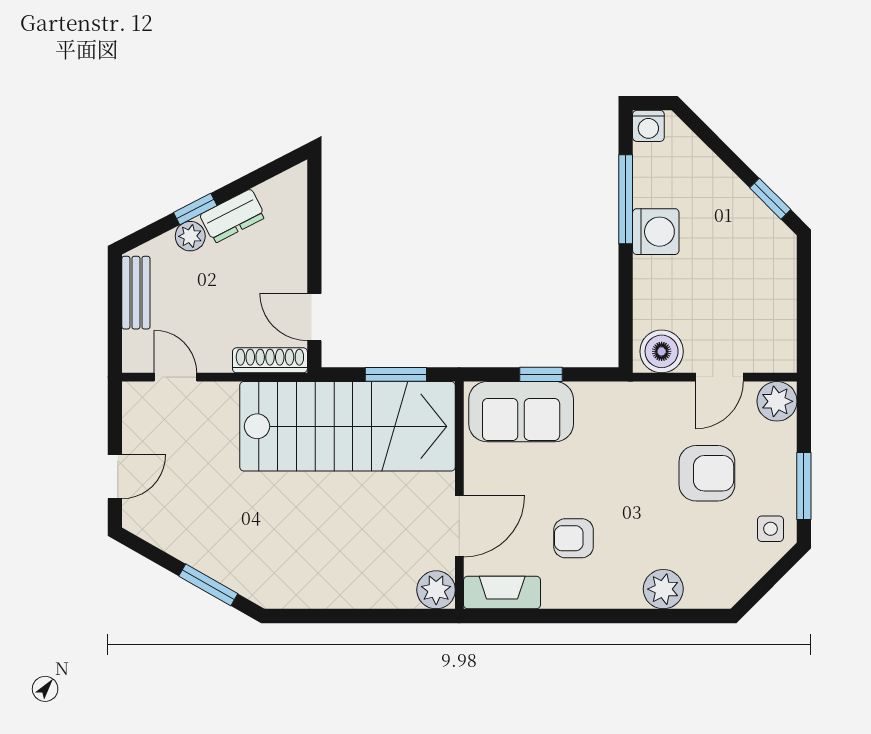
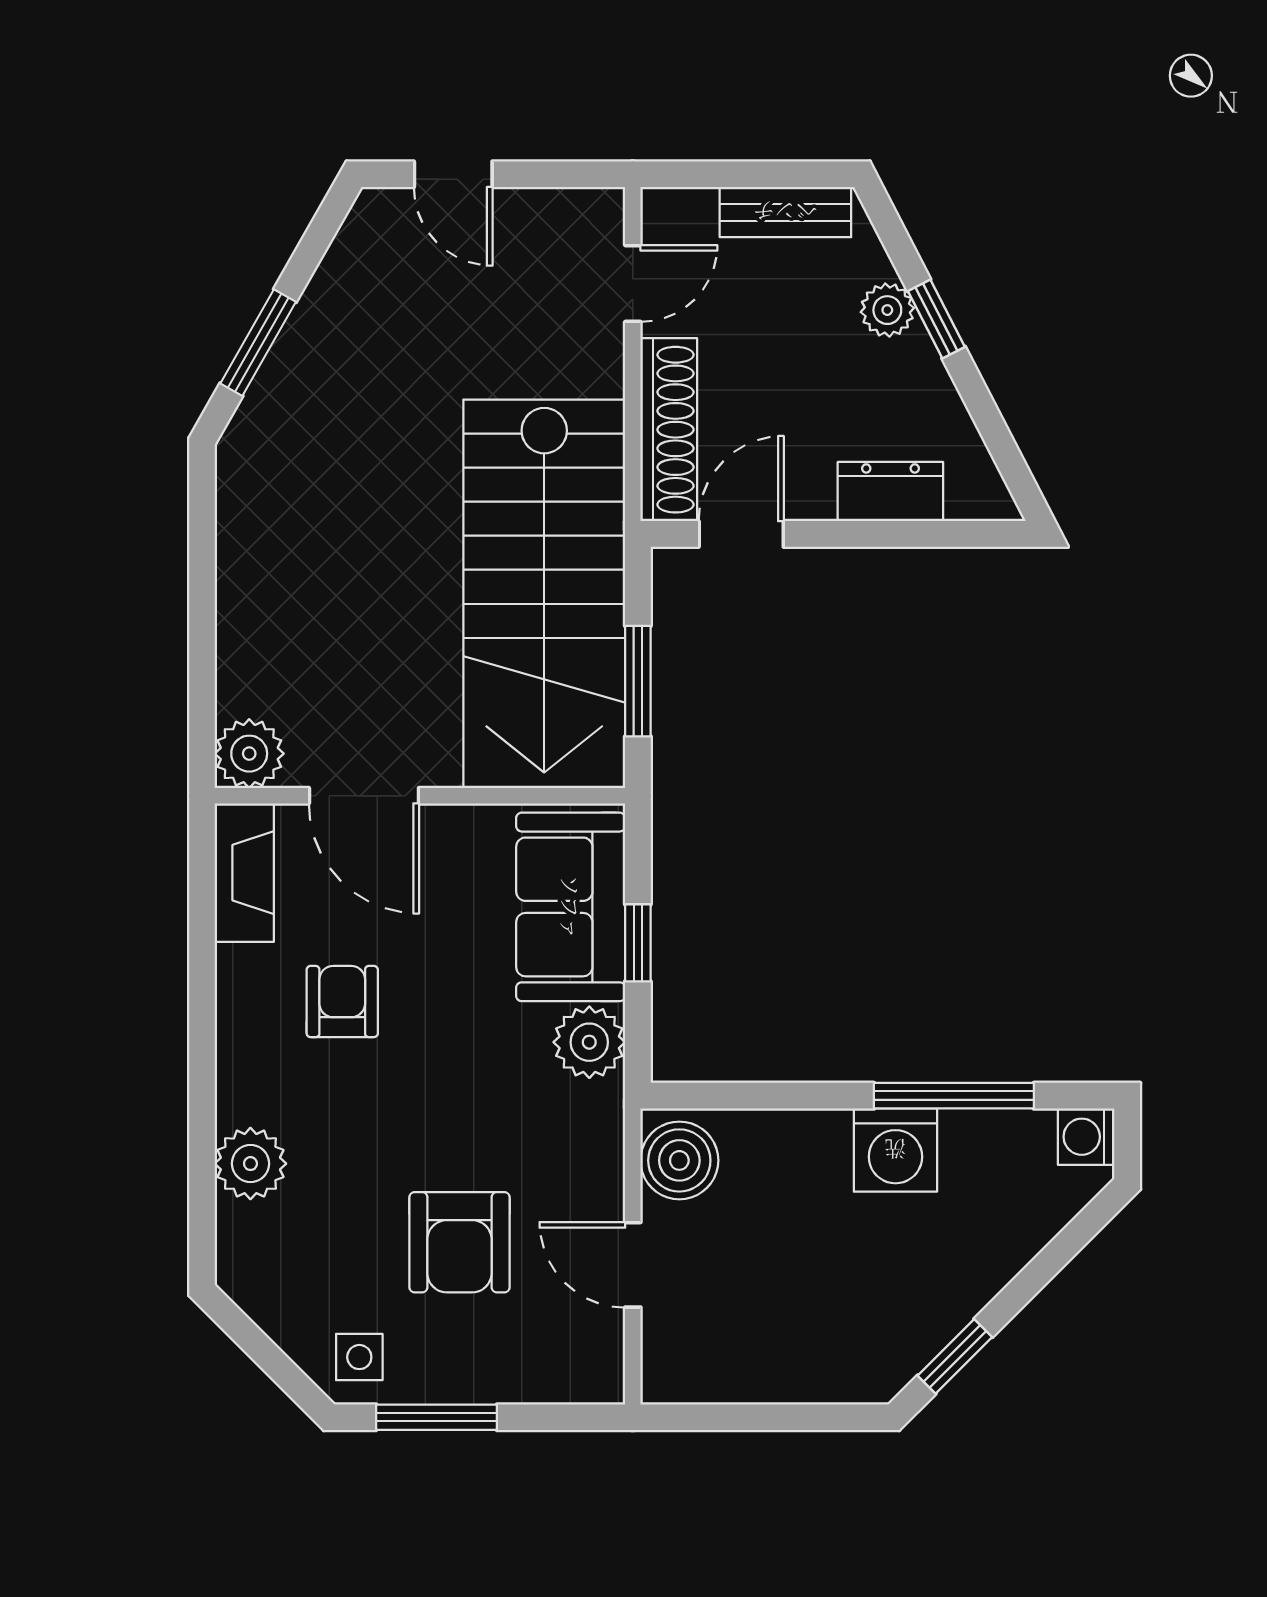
dresser: (233, 216) -> (890, 492), moved, turned 117
shoe rack: (270, 360) -> (669, 430), width x1.36, depth x1.24
plant: (777, 401) -> (589, 1042), moved

